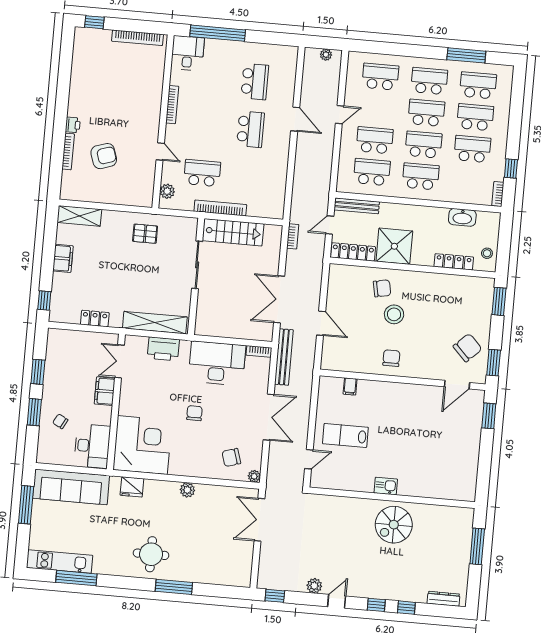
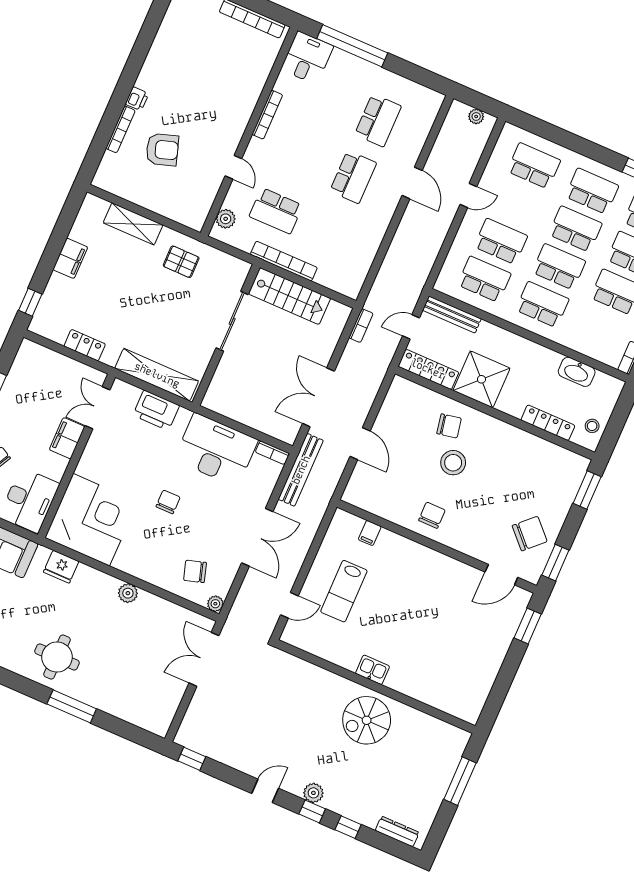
school desk: (202, 173) -> (276, 211), turned 180
shelving: (79, 216) -> (133, 224), moved
lab bench: (345, 435) -> (344, 591), turned -90
plant: (314, 586) -> (313, 793), moved

